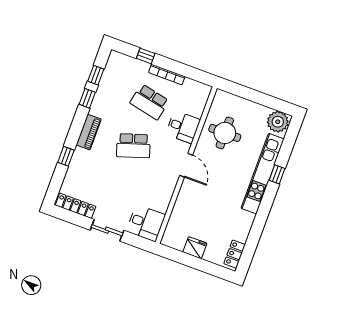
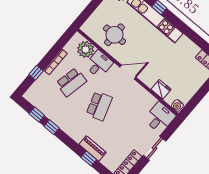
plant: (195, 105) -> (86, 49), added
piano: (89, 132) -> (93, 148), moved
water cooler: (168, 239) -> (177, 105), added
fridge: (195, 248) -> (161, 89), moved, turned 90

